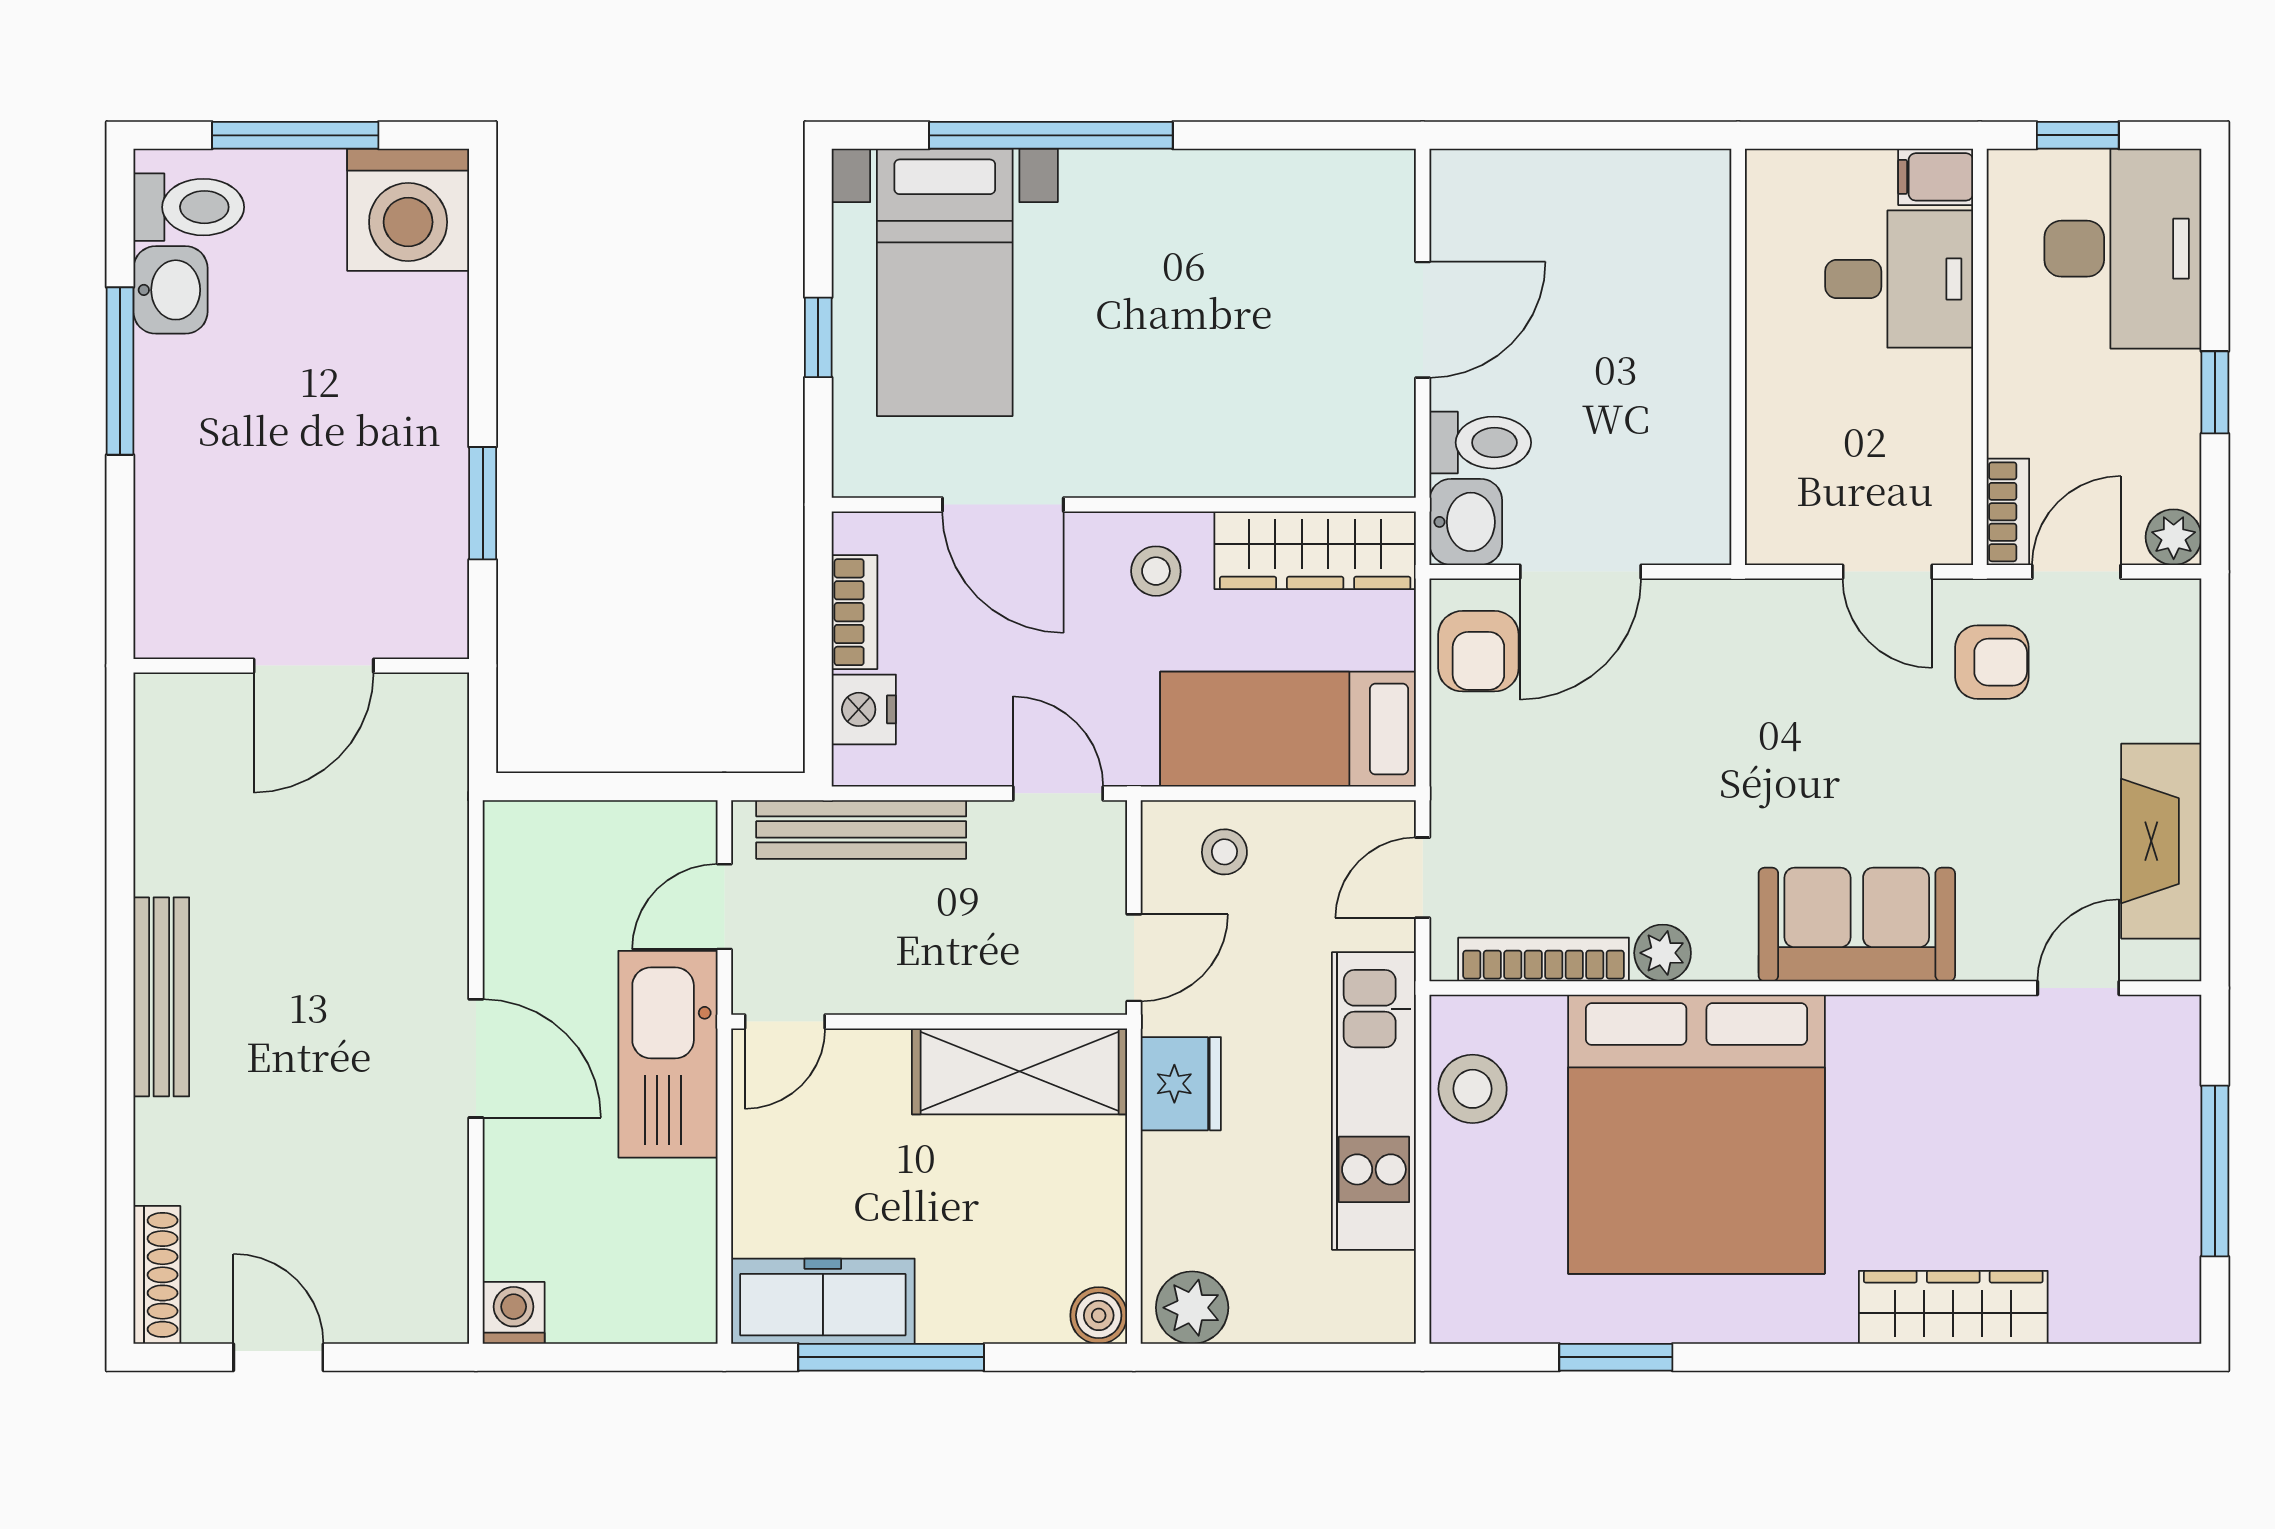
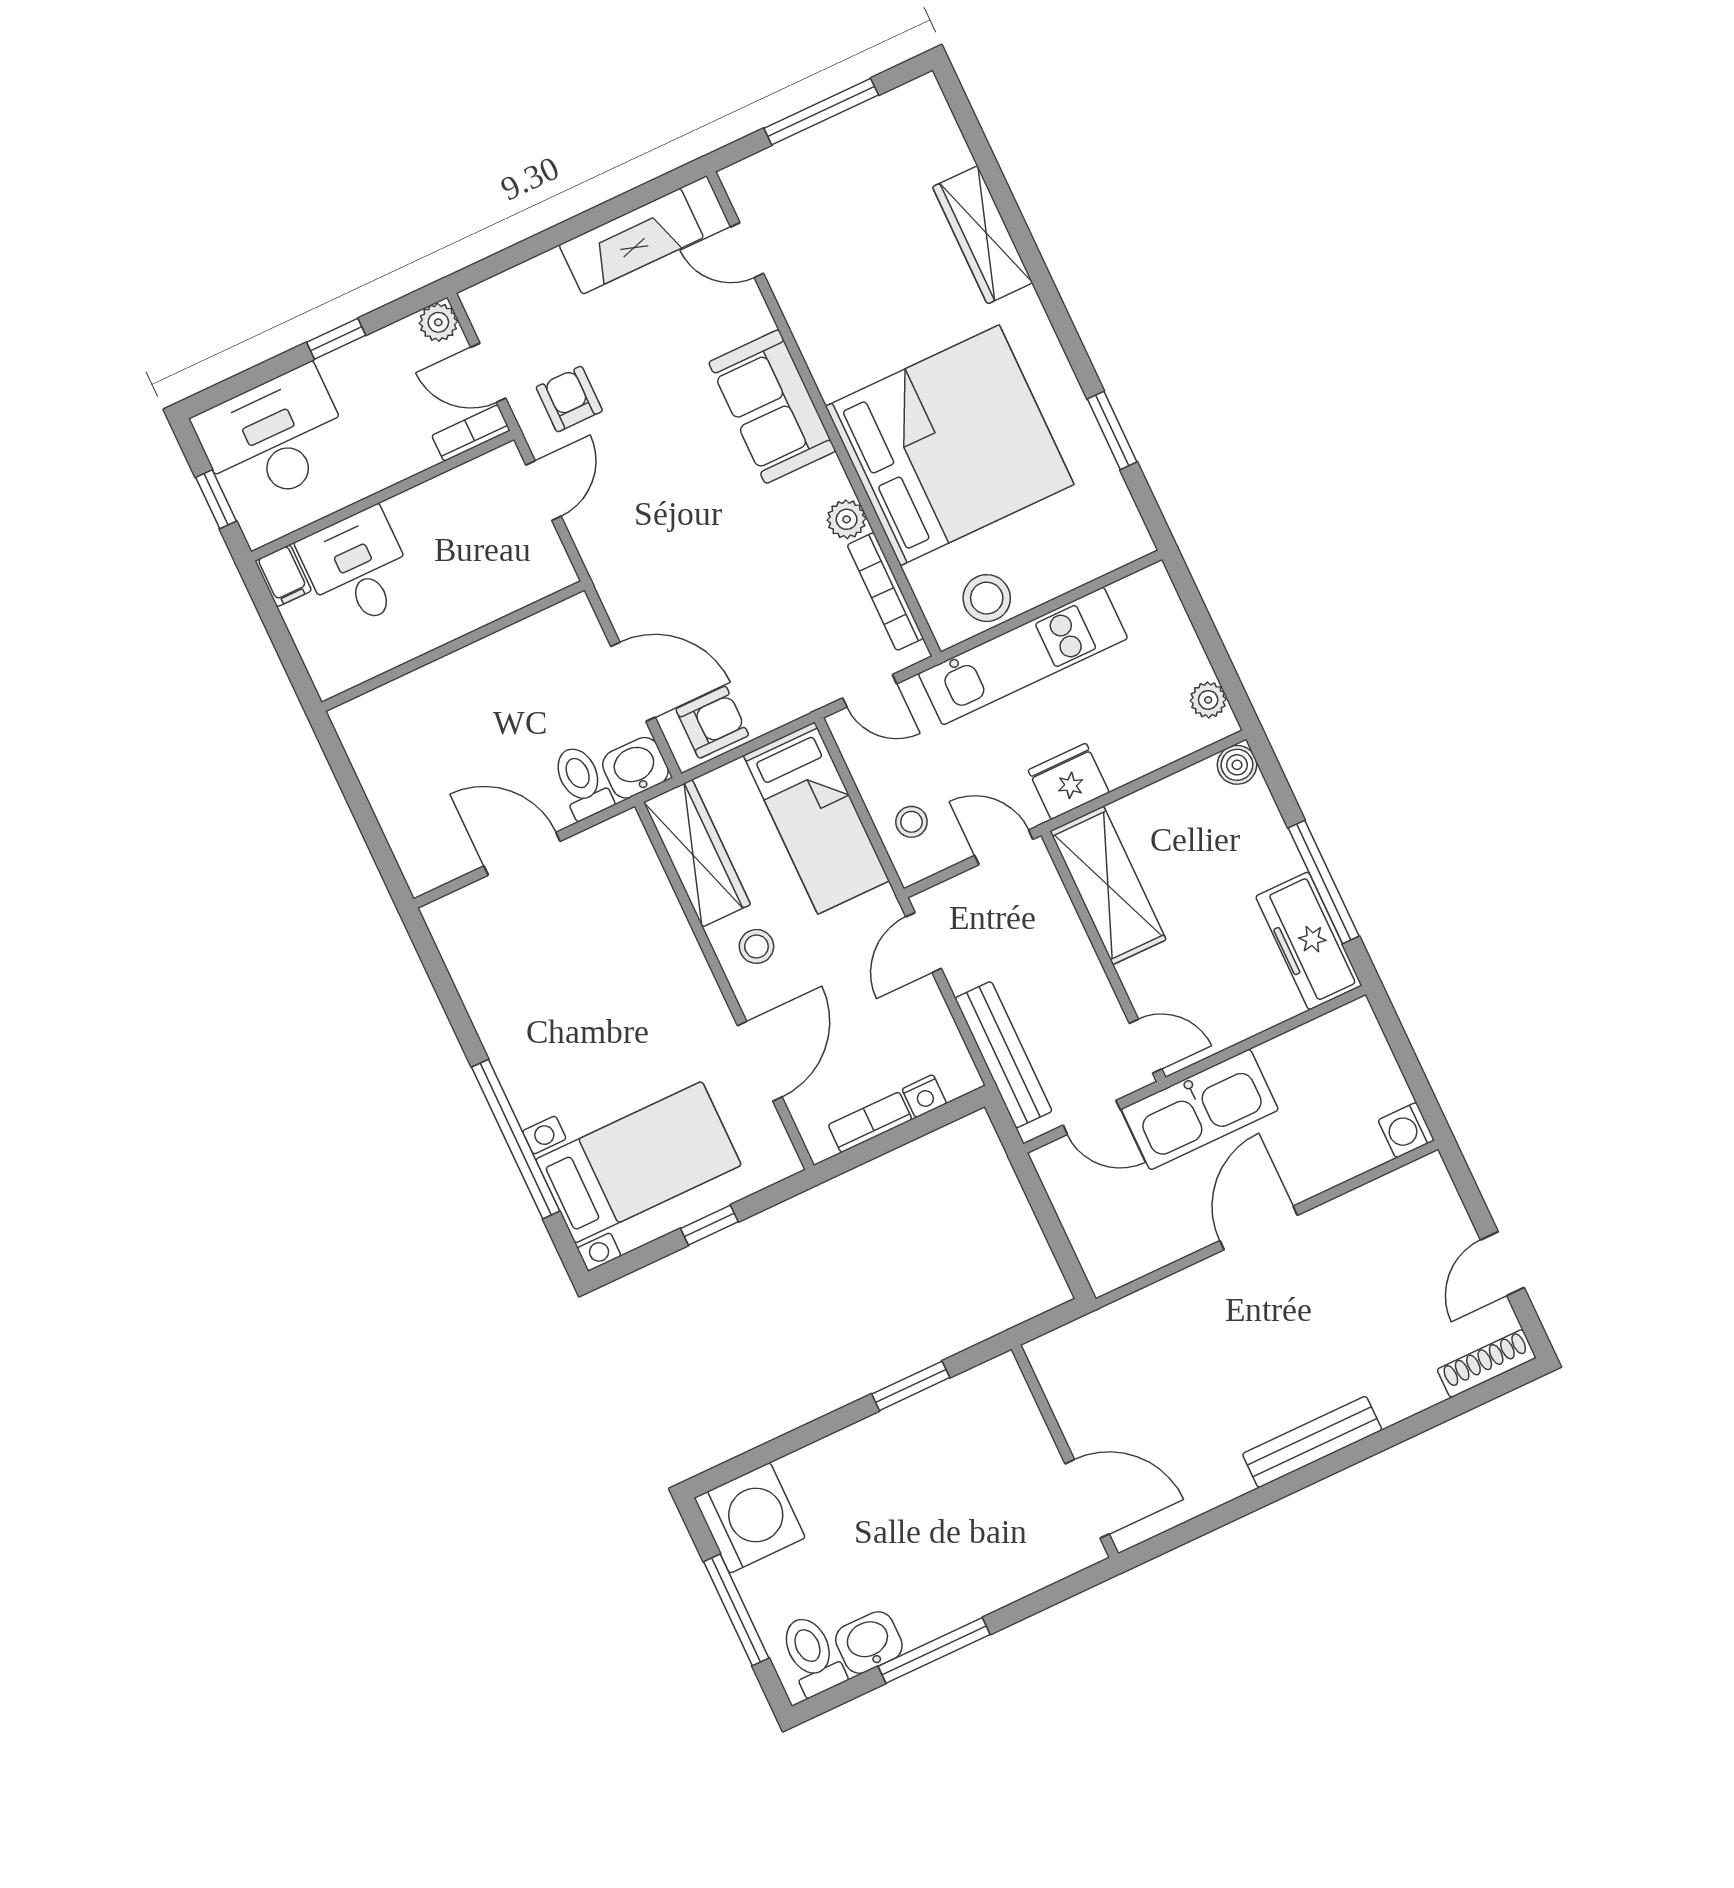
door: (314, 666) -> (1087, 1499), moved
nightstand: (864, 709) -> (924, 1096), width x0.72, depth x0.74
plant: (1192, 1308) -> (1208, 700), width x0.73, depth x0.73

